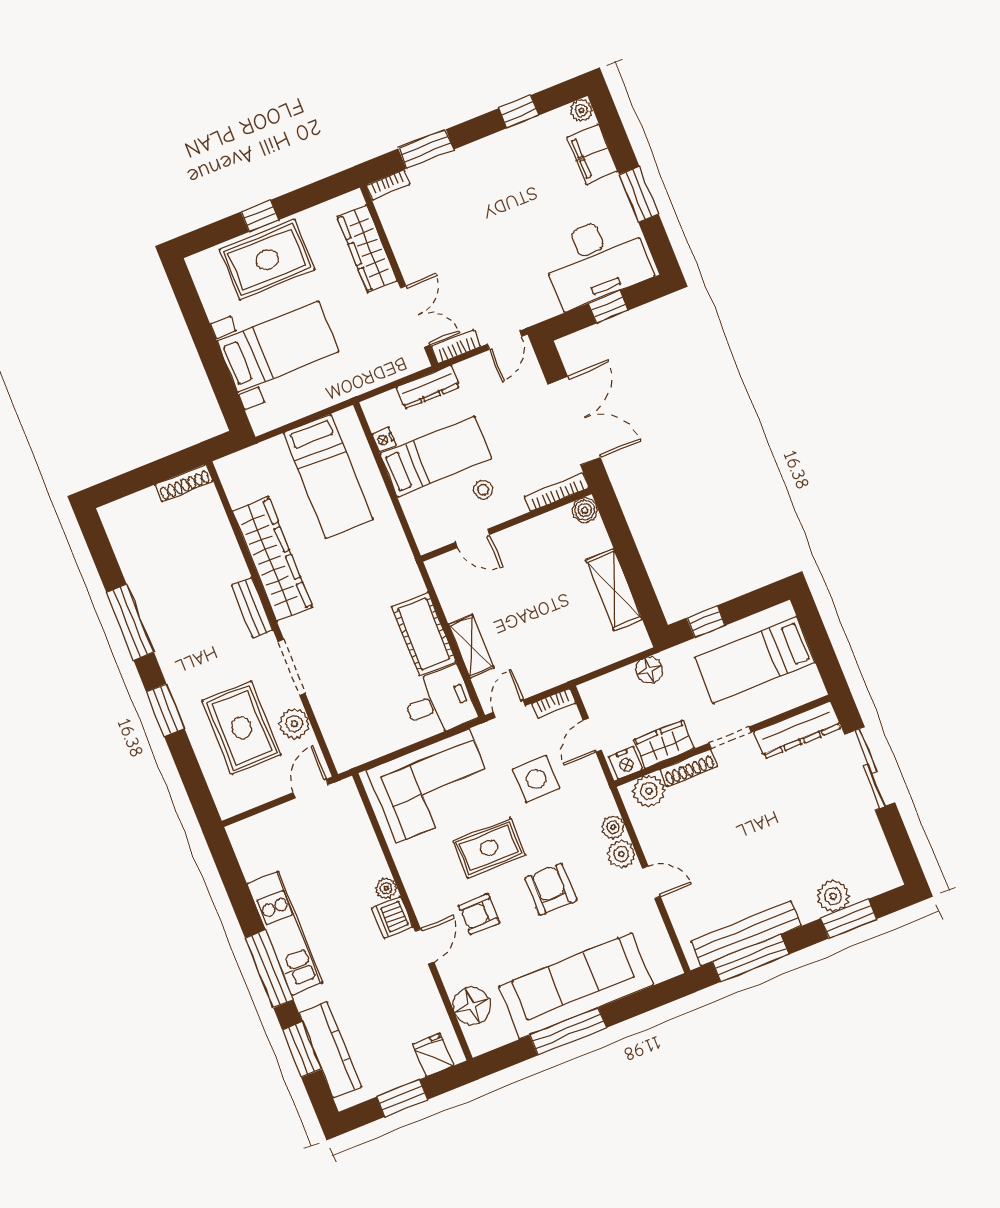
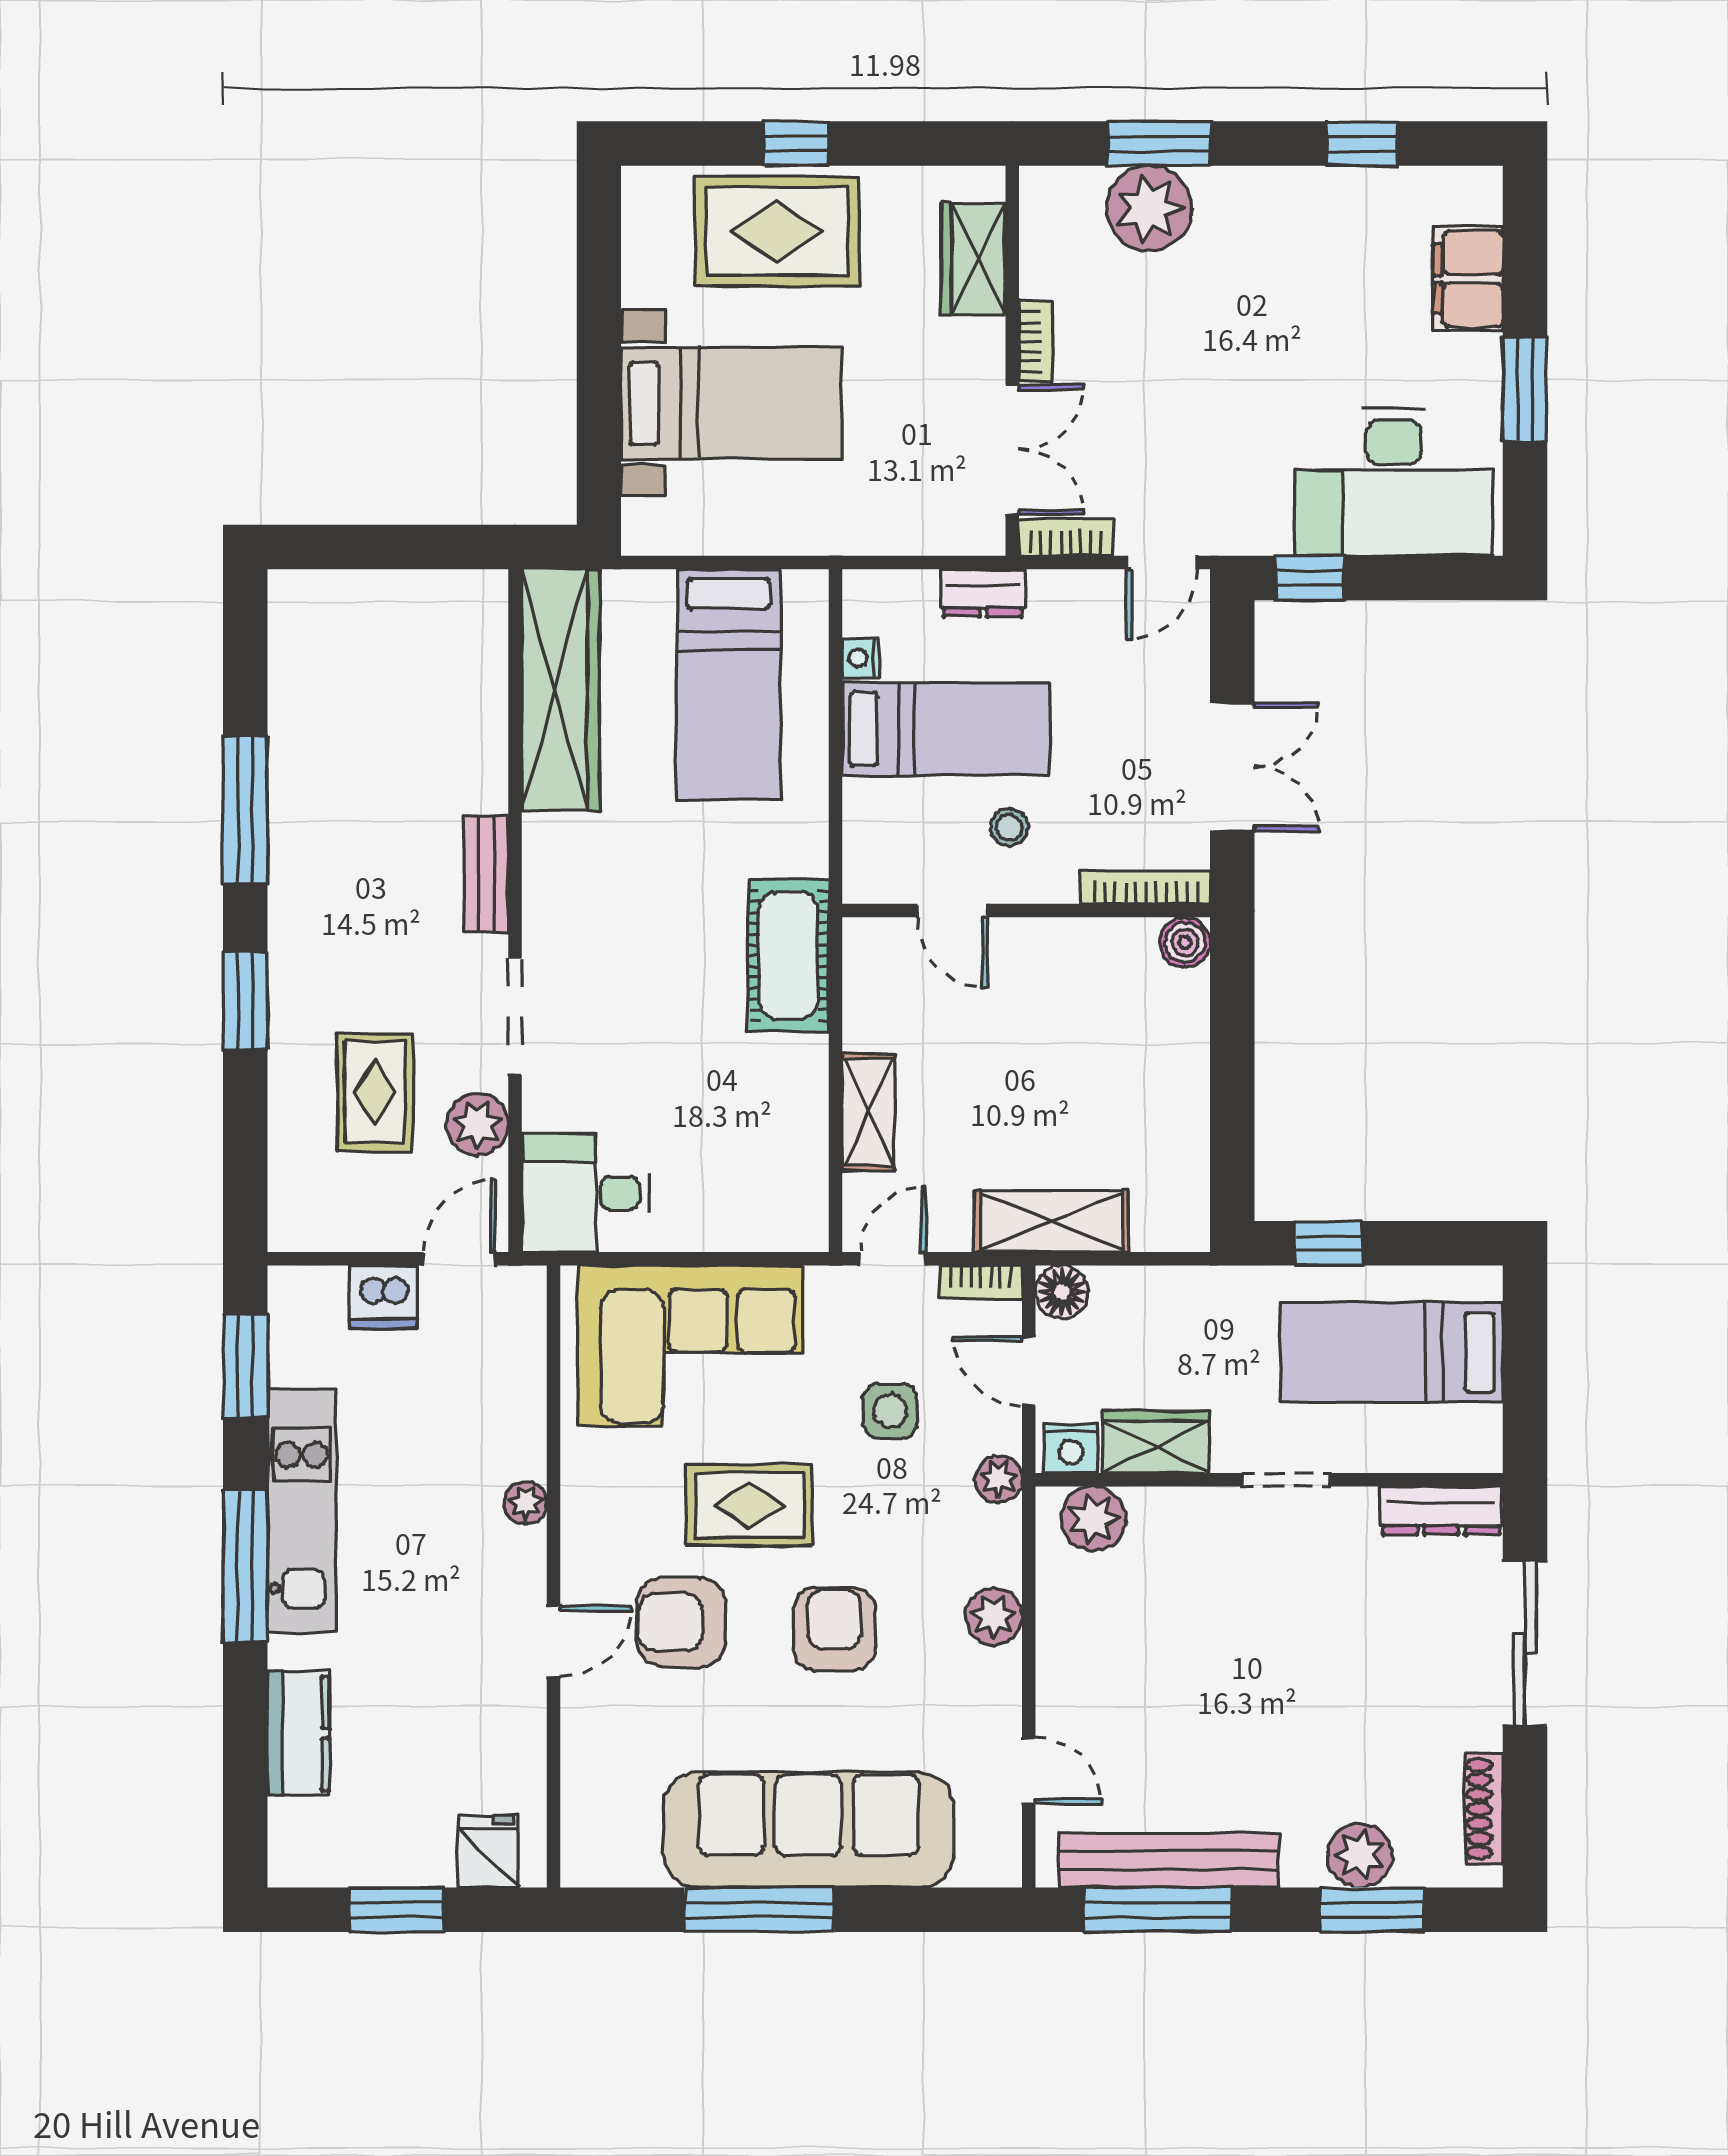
plant: (581, 110) -> (1149, 208), moved, width x1.88, depth x1.88
bookcase: (388, 185) -> (1035, 342), moved, turned -90
wardrobe: (367, 249) -> (973, 259), width x0.67
window: (608, 307) -> (1310, 578), moved
dresser: (428, 387) -> (983, 593), width x0.70
double door: (574, 421) -> (1232, 767), width x0.73
shoe rack: (184, 483) -> (452, 588), removed
wardrobe: (272, 559) -> (561, 690), moved
shelving: (614, 590) -> (1051, 1221), moved, turned 90
cot: (424, 634) -> (788, 956), moved
floor lamp: (649, 670) -> (1062, 1292), moved
desk: (439, 702) -> (585, 1193), moved, turned 180
rug: (242, 728) -> (375, 1092), width x0.73, depth x0.70
dresser: (798, 730) -> (1441, 1511), width x0.73, depth x0.80
door: (592, 735) -> (1029, 1371), hinge flipped
shoe rack: (689, 768) -> (1484, 1809), moved, turned 90
side table: (536, 779) -> (890, 1411), width x0.73, depth x0.73
plant: (613, 827) -> (999, 1479), moved
door: (651, 882) -> (1029, 1771), moved
armchair: (479, 914) -> (681, 1622), width x1.38, depth x1.38
dishwasher: (392, 917) -> (383, 1297), moved, turned -90
floor lamp: (472, 1006) -> (598, 1789), removed
window: (302, 1050) -> (245, 1366), moved
kitchen counter: (330, 1050) -> (298, 1733), width x0.67

